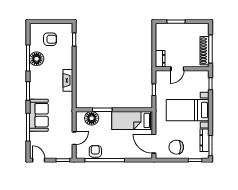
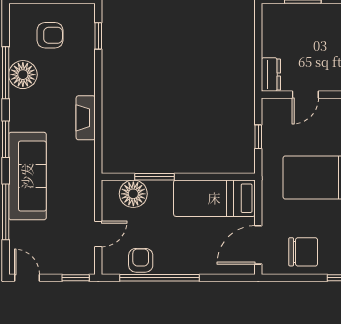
sofa: (39, 115) -> (27, 176), width x1.36
door: (154, 144) -> (258, 245), hinge flipped
chair: (176, 147) -> (303, 252), turned 180

